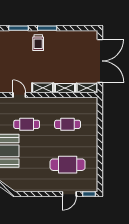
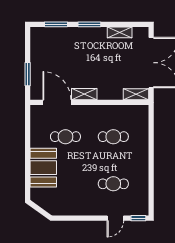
trolley: (38, 43) -> (79, 41), removed
shelving: (65, 88) -> (120, 32), moved
door: (19, 95) -> (57, 102), width x1.88
cafe table: (68, 165) -> (113, 184), width x0.73, depth x0.74

